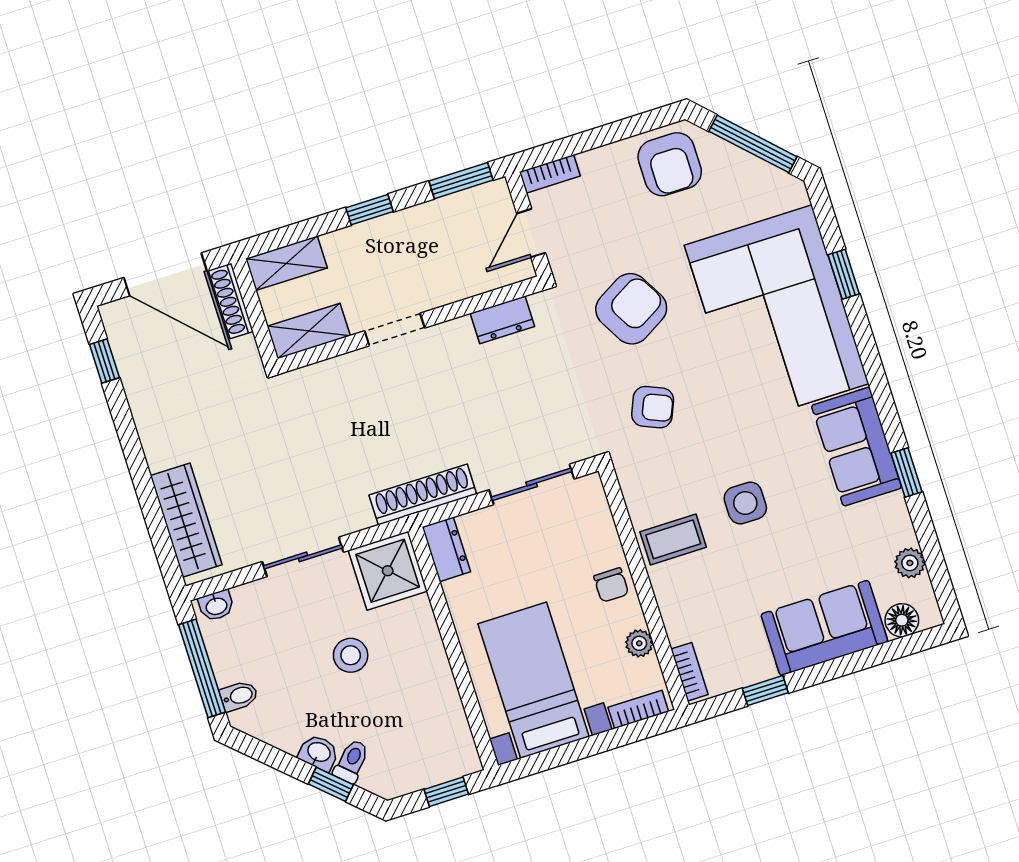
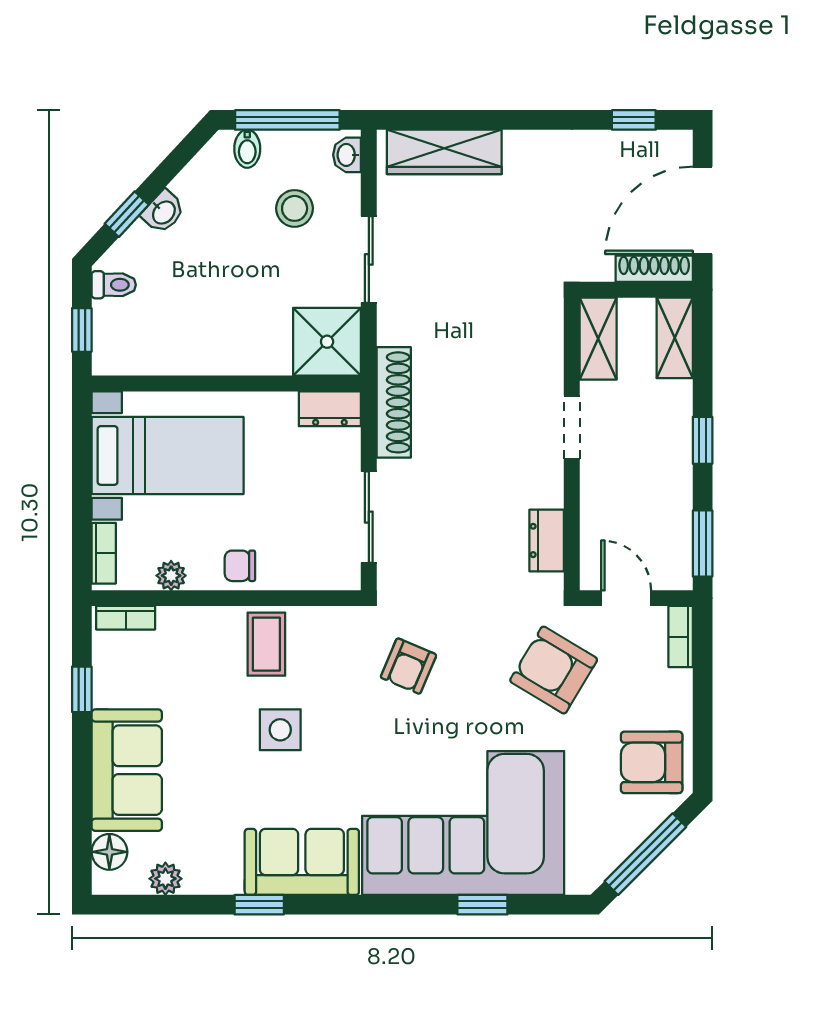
armchair: (631, 309) -> (554, 670), moved, turned 151
stool: (351, 655) -> (295, 208), moved
toilet: (351, 761) -> (114, 285), moved, turned -43

